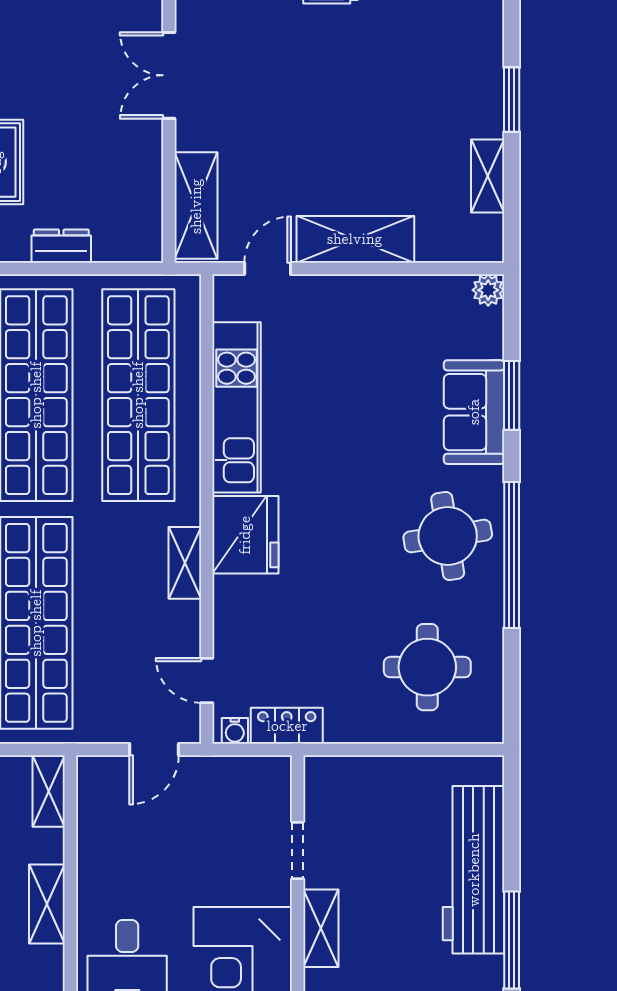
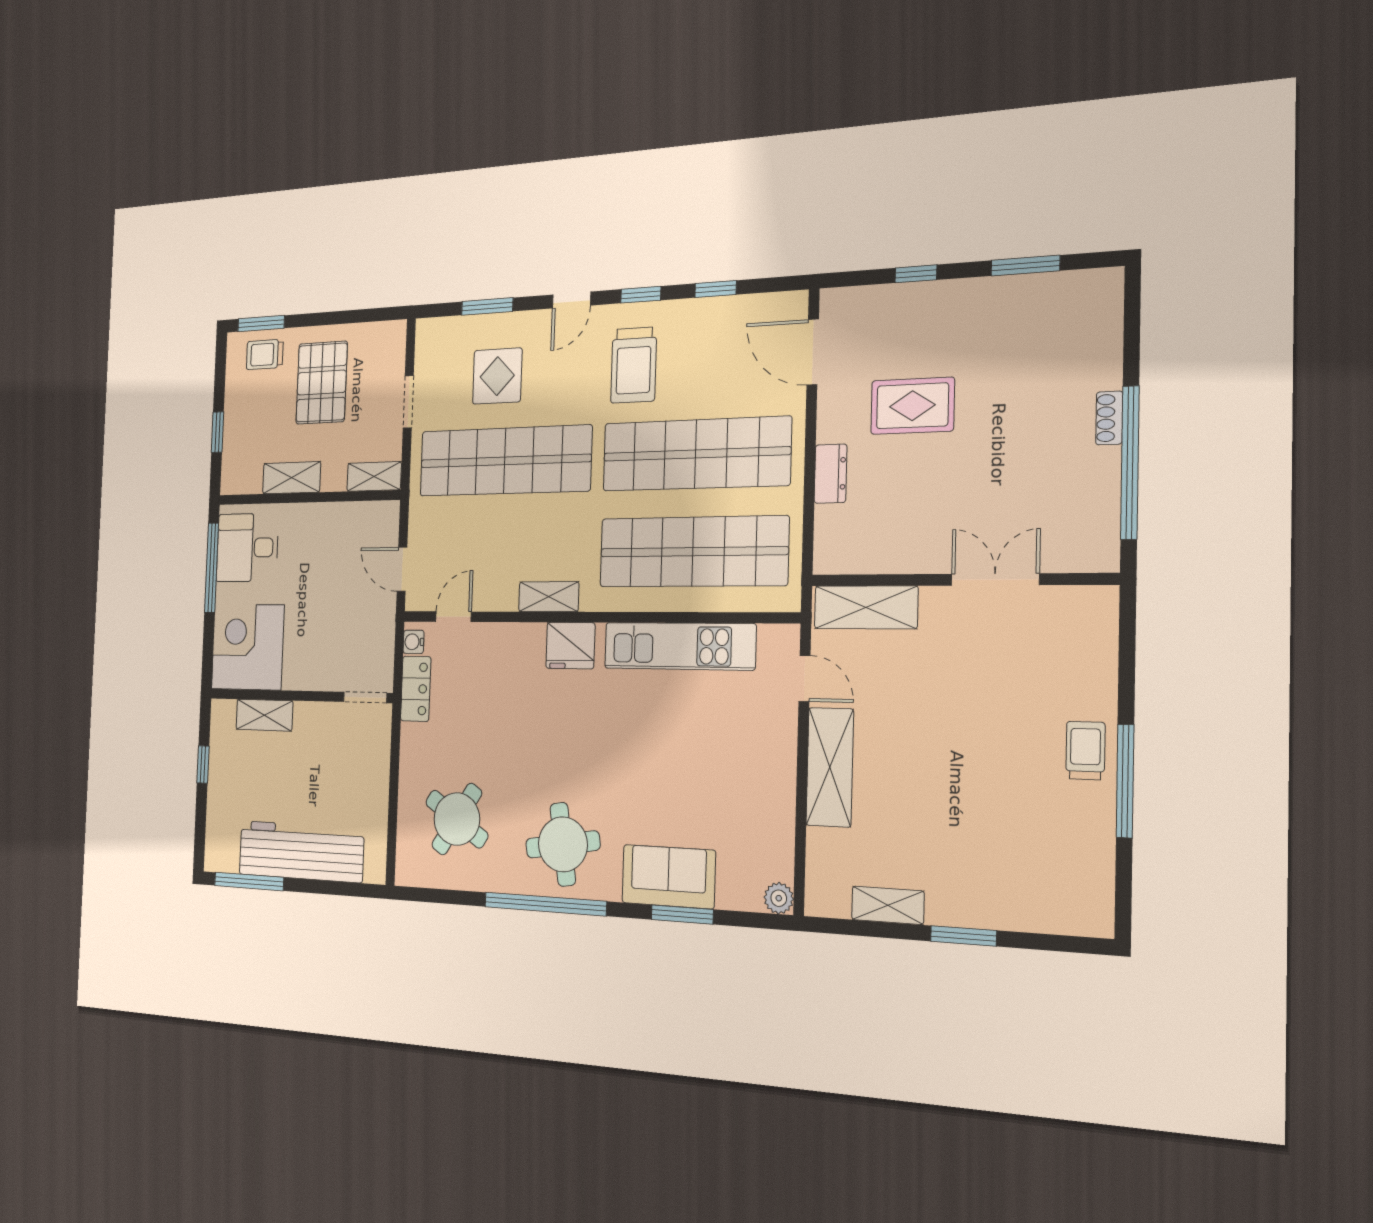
fridge: (245, 535) -> (570, 646), width x0.73, depth x0.75
round table: (427, 667) -> (457, 819), turned 33
doorway: (298, 850) -> (365, 697), moved

